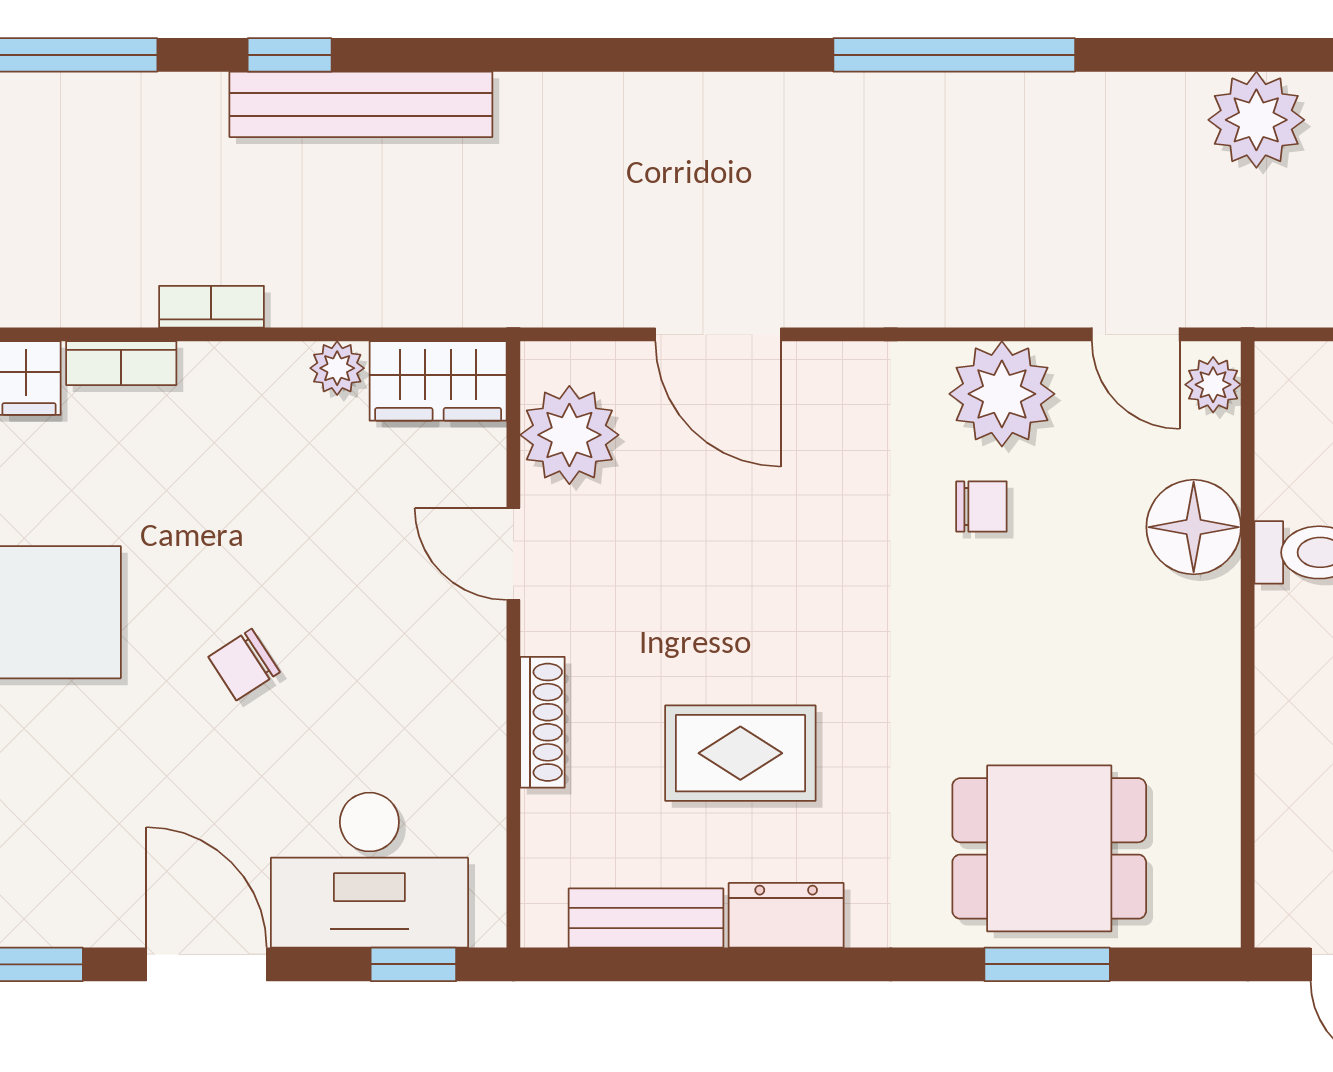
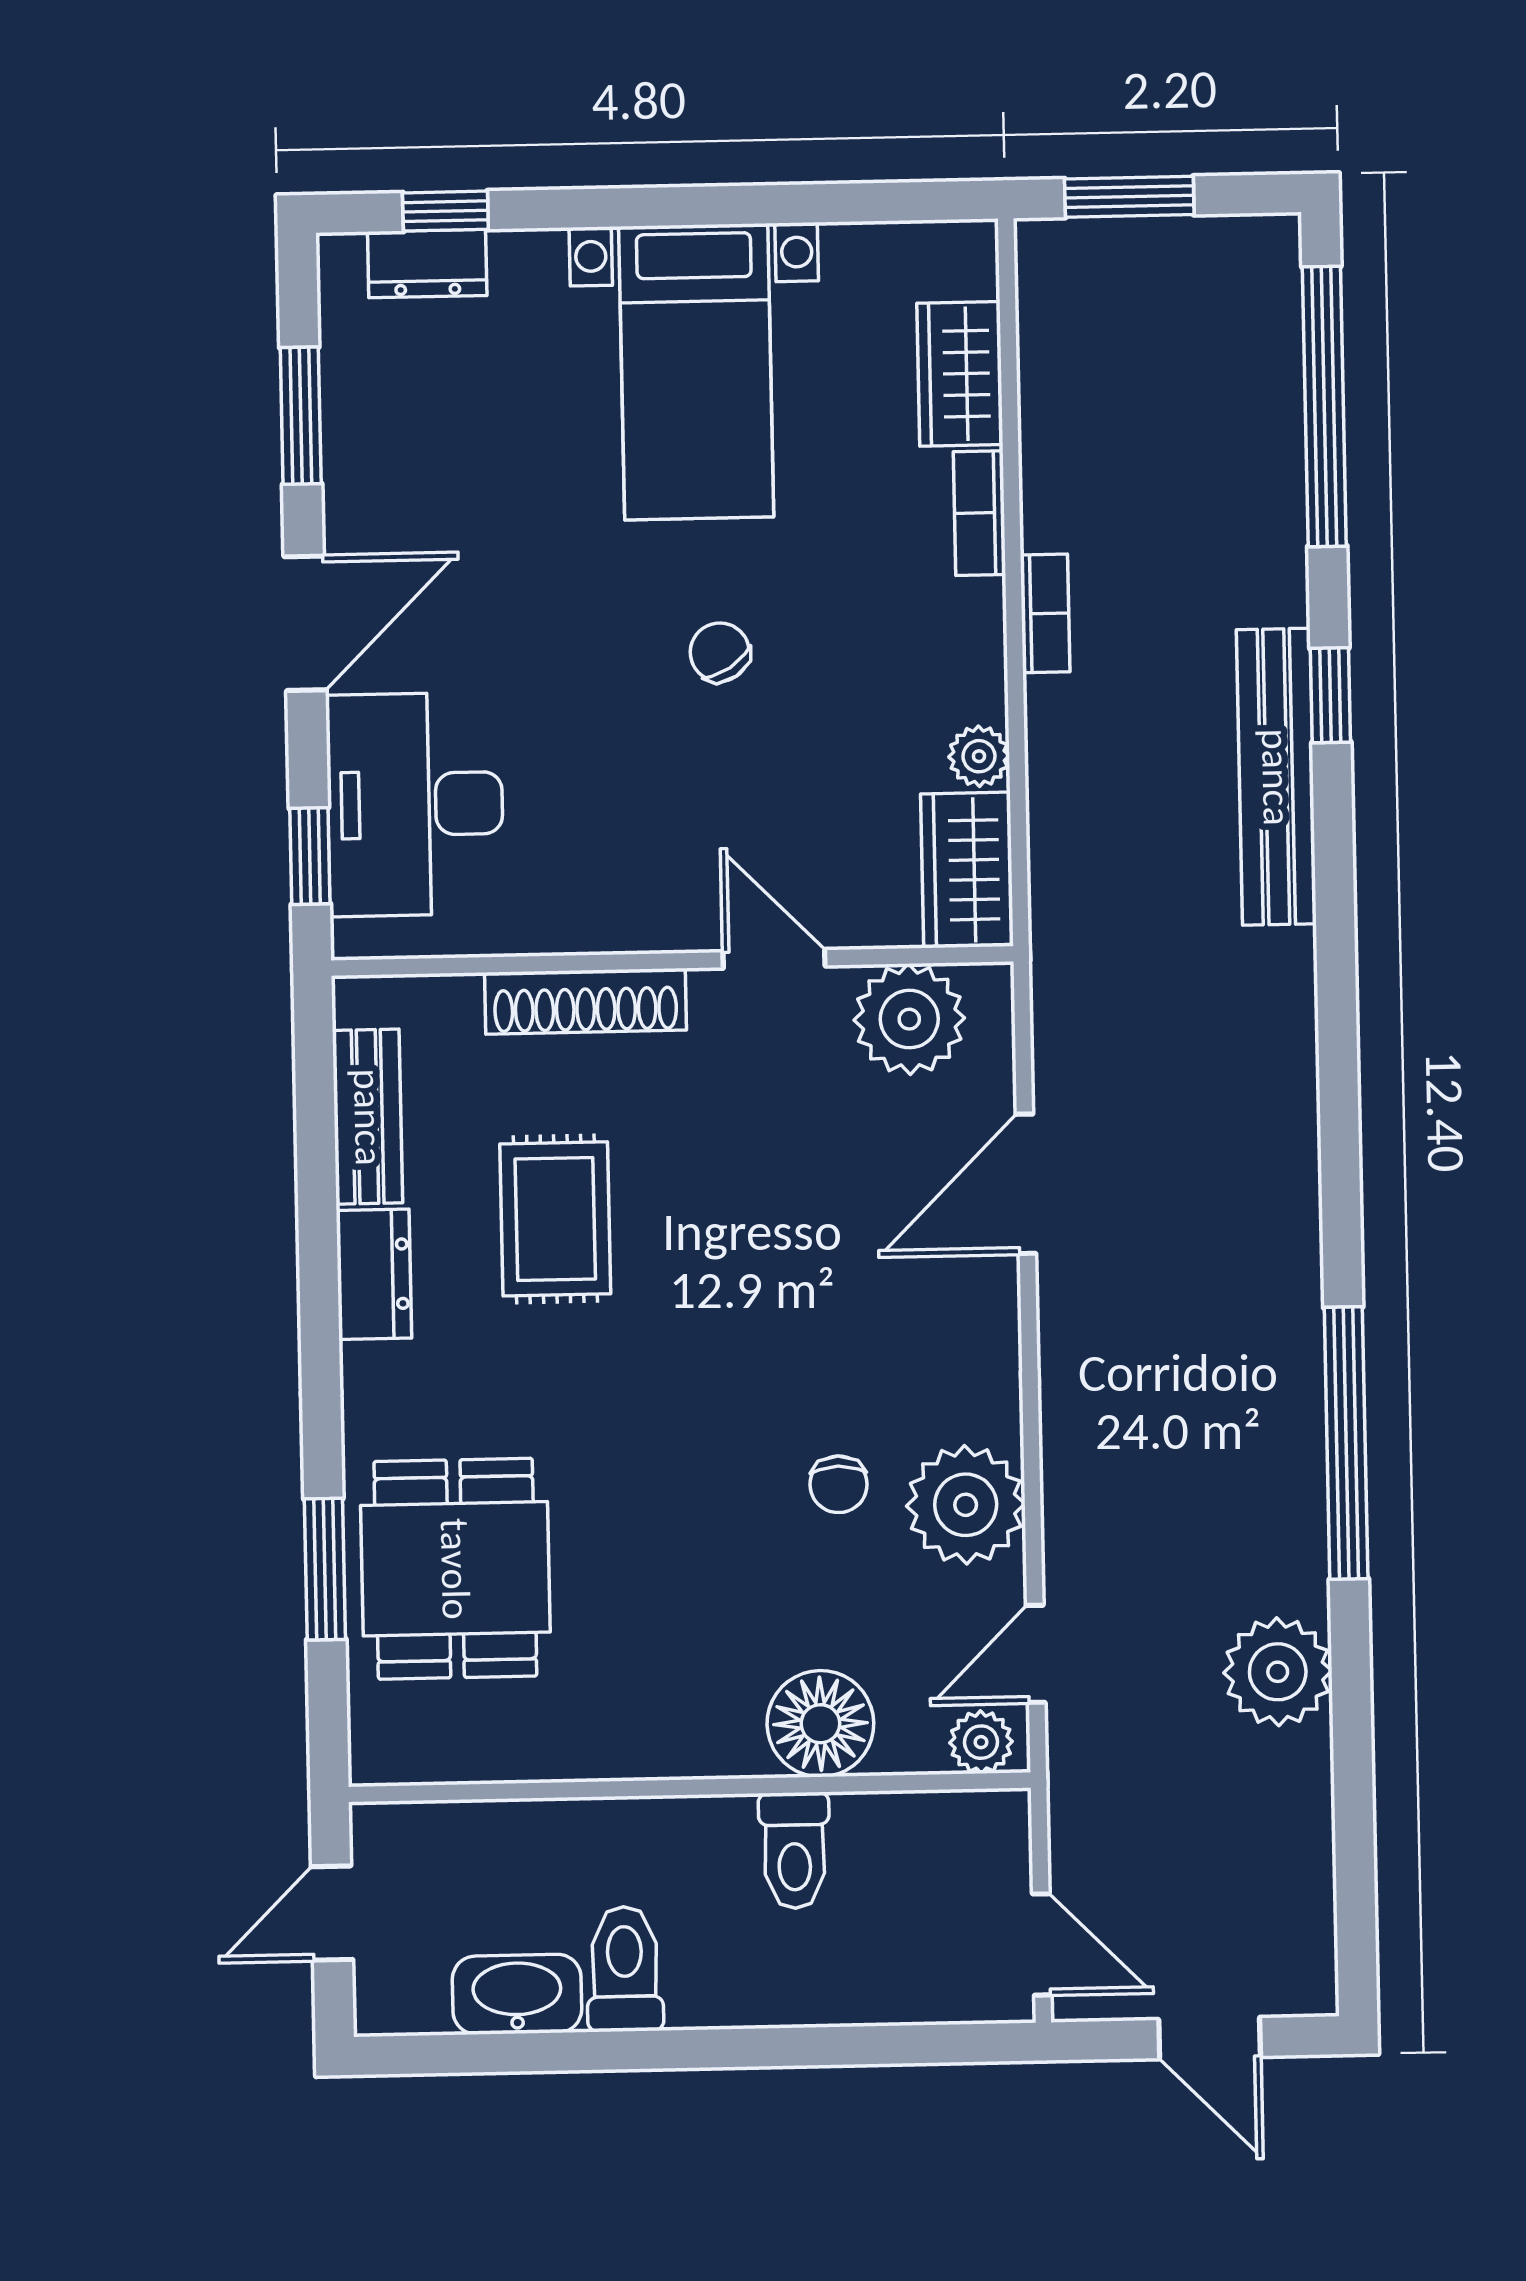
plant: (1256, 120) -> (1278, 1672), moved
door: (513, 554) -> (774, 959), hinge flipped
chair: (244, 665) -> (720, 652), moved
shoe rack: (542, 722) -> (585, 1001), width x1.36, depth x1.24

